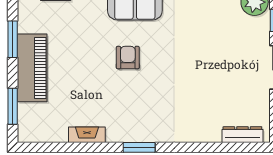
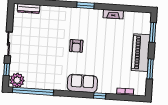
armchair: (128, 58) -> (76, 46), moved

